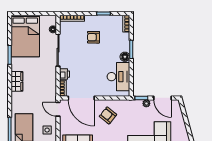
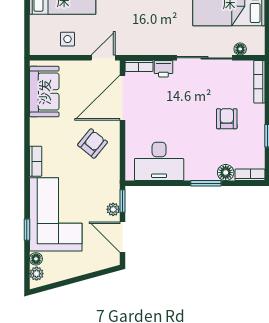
floor lamp: (125, 57) -> (226, 173), moved
door: (163, 98) -> (122, 237), hinge flipped

